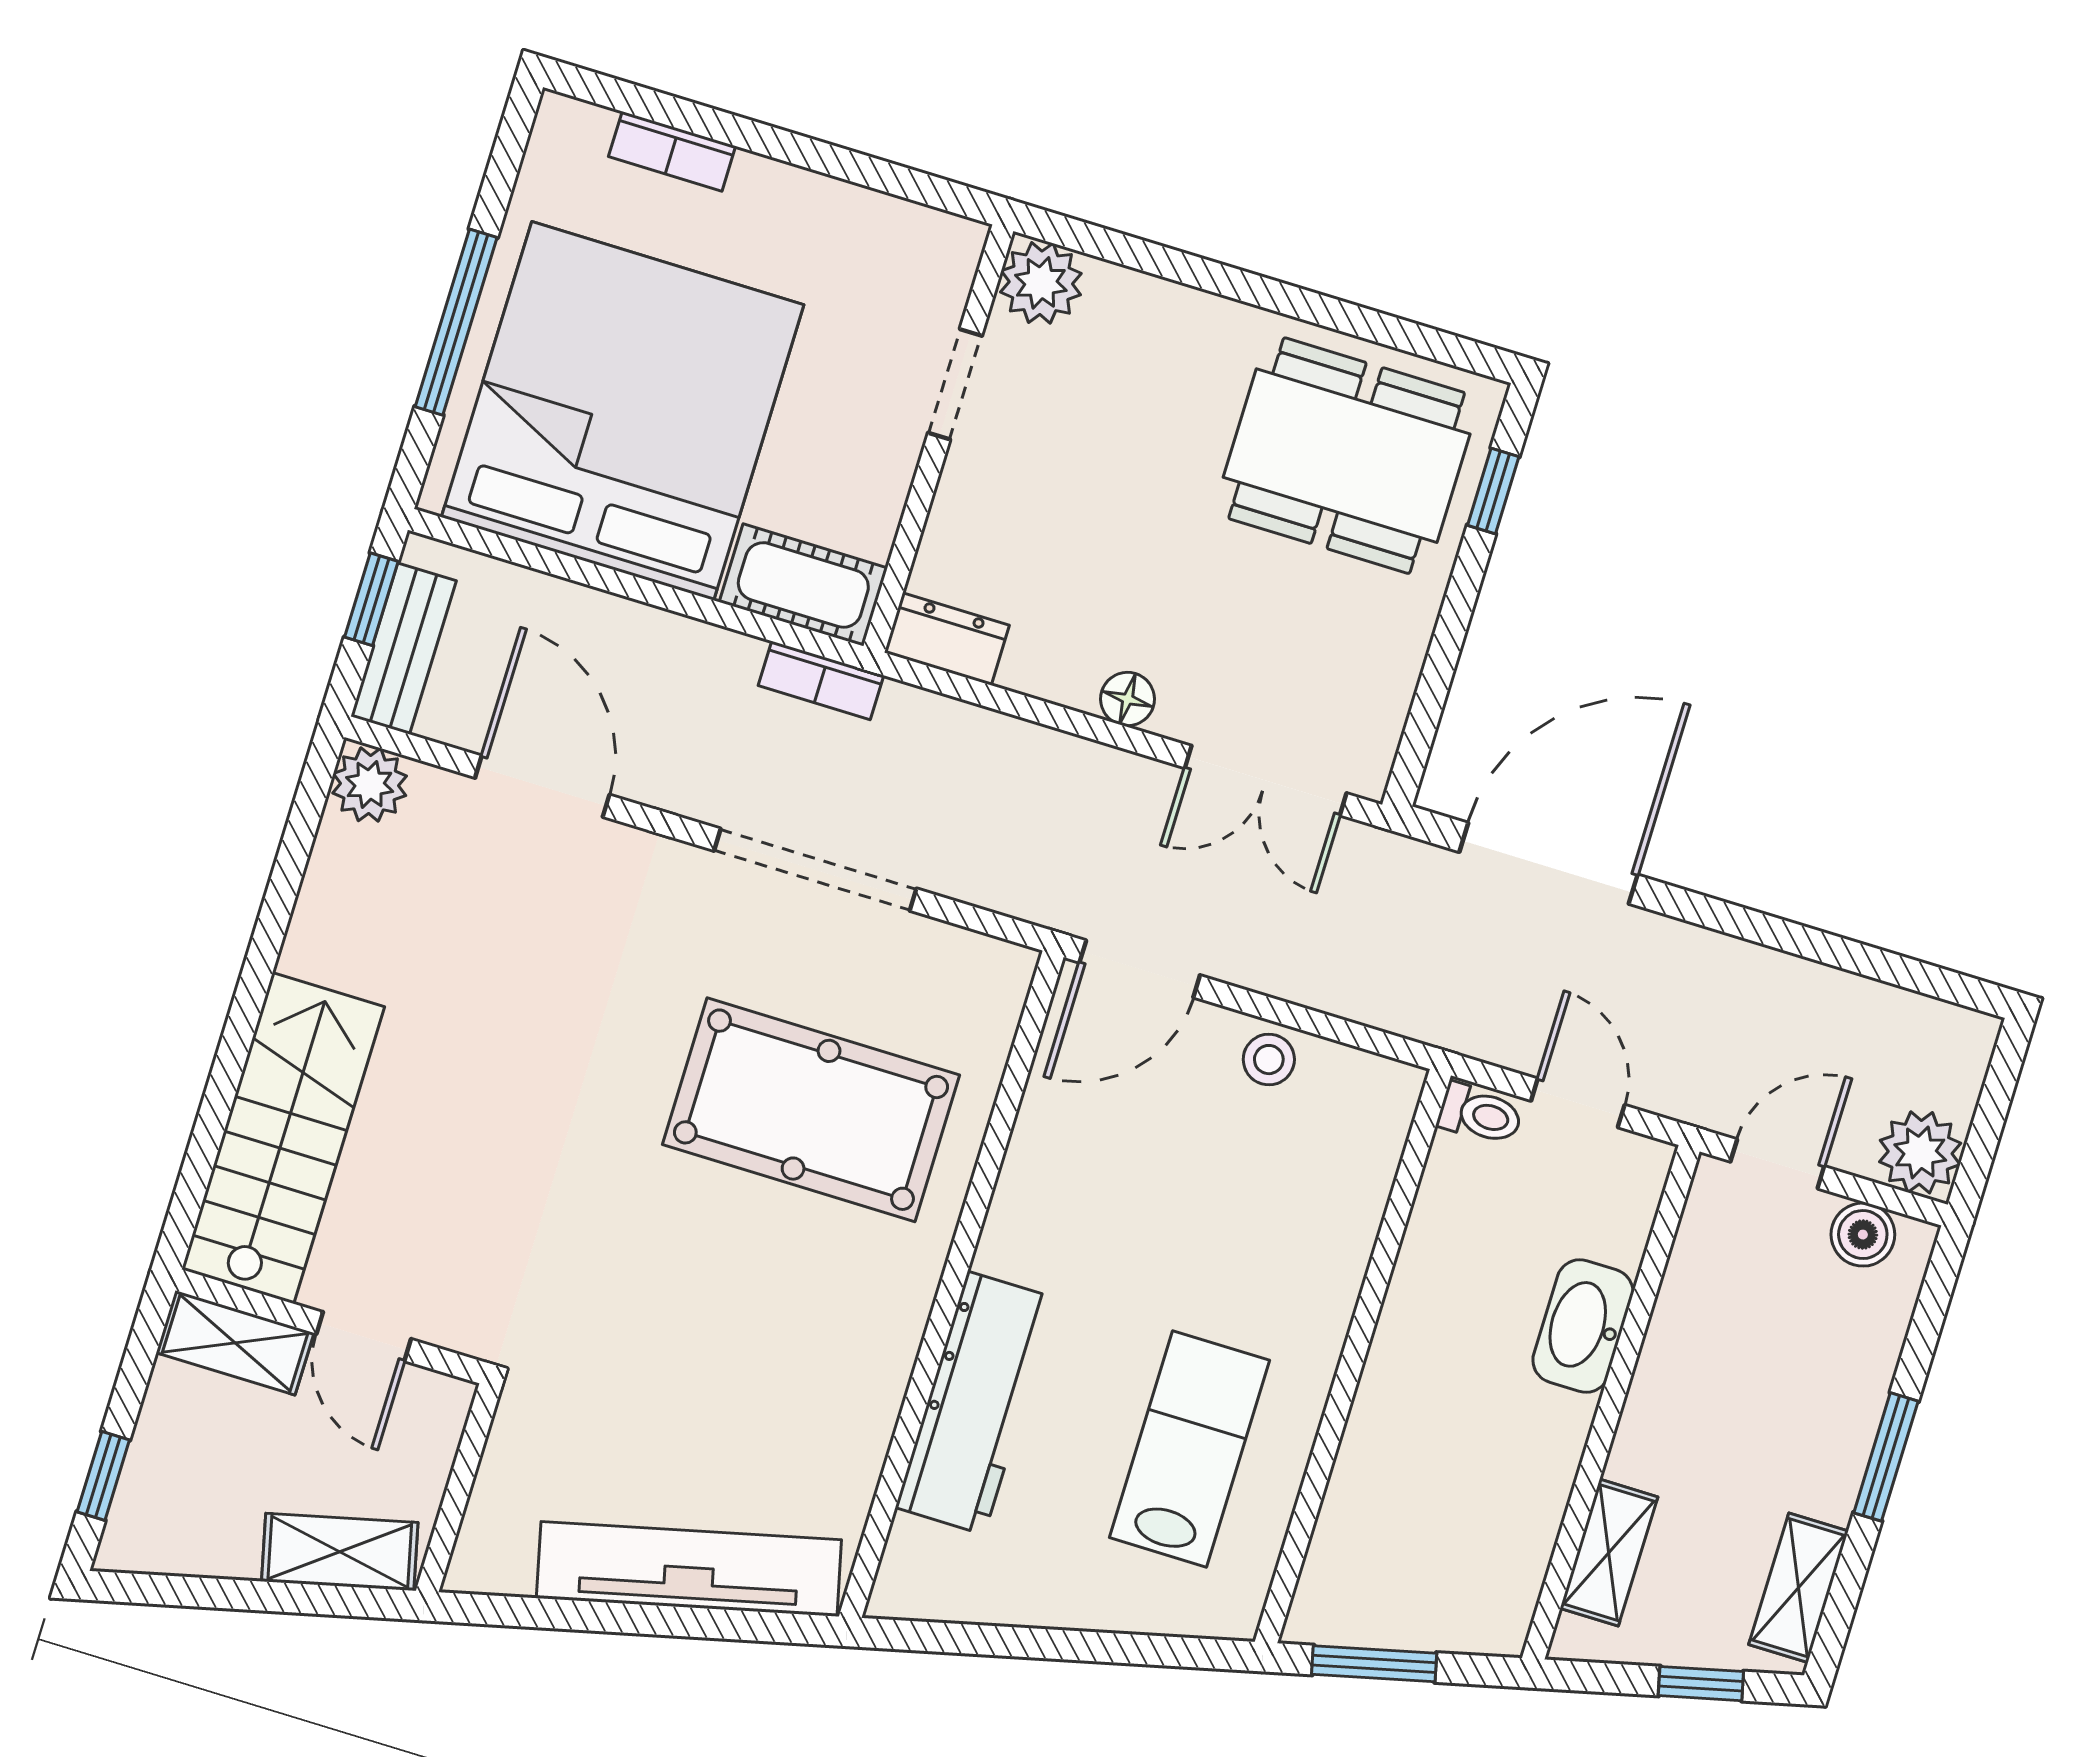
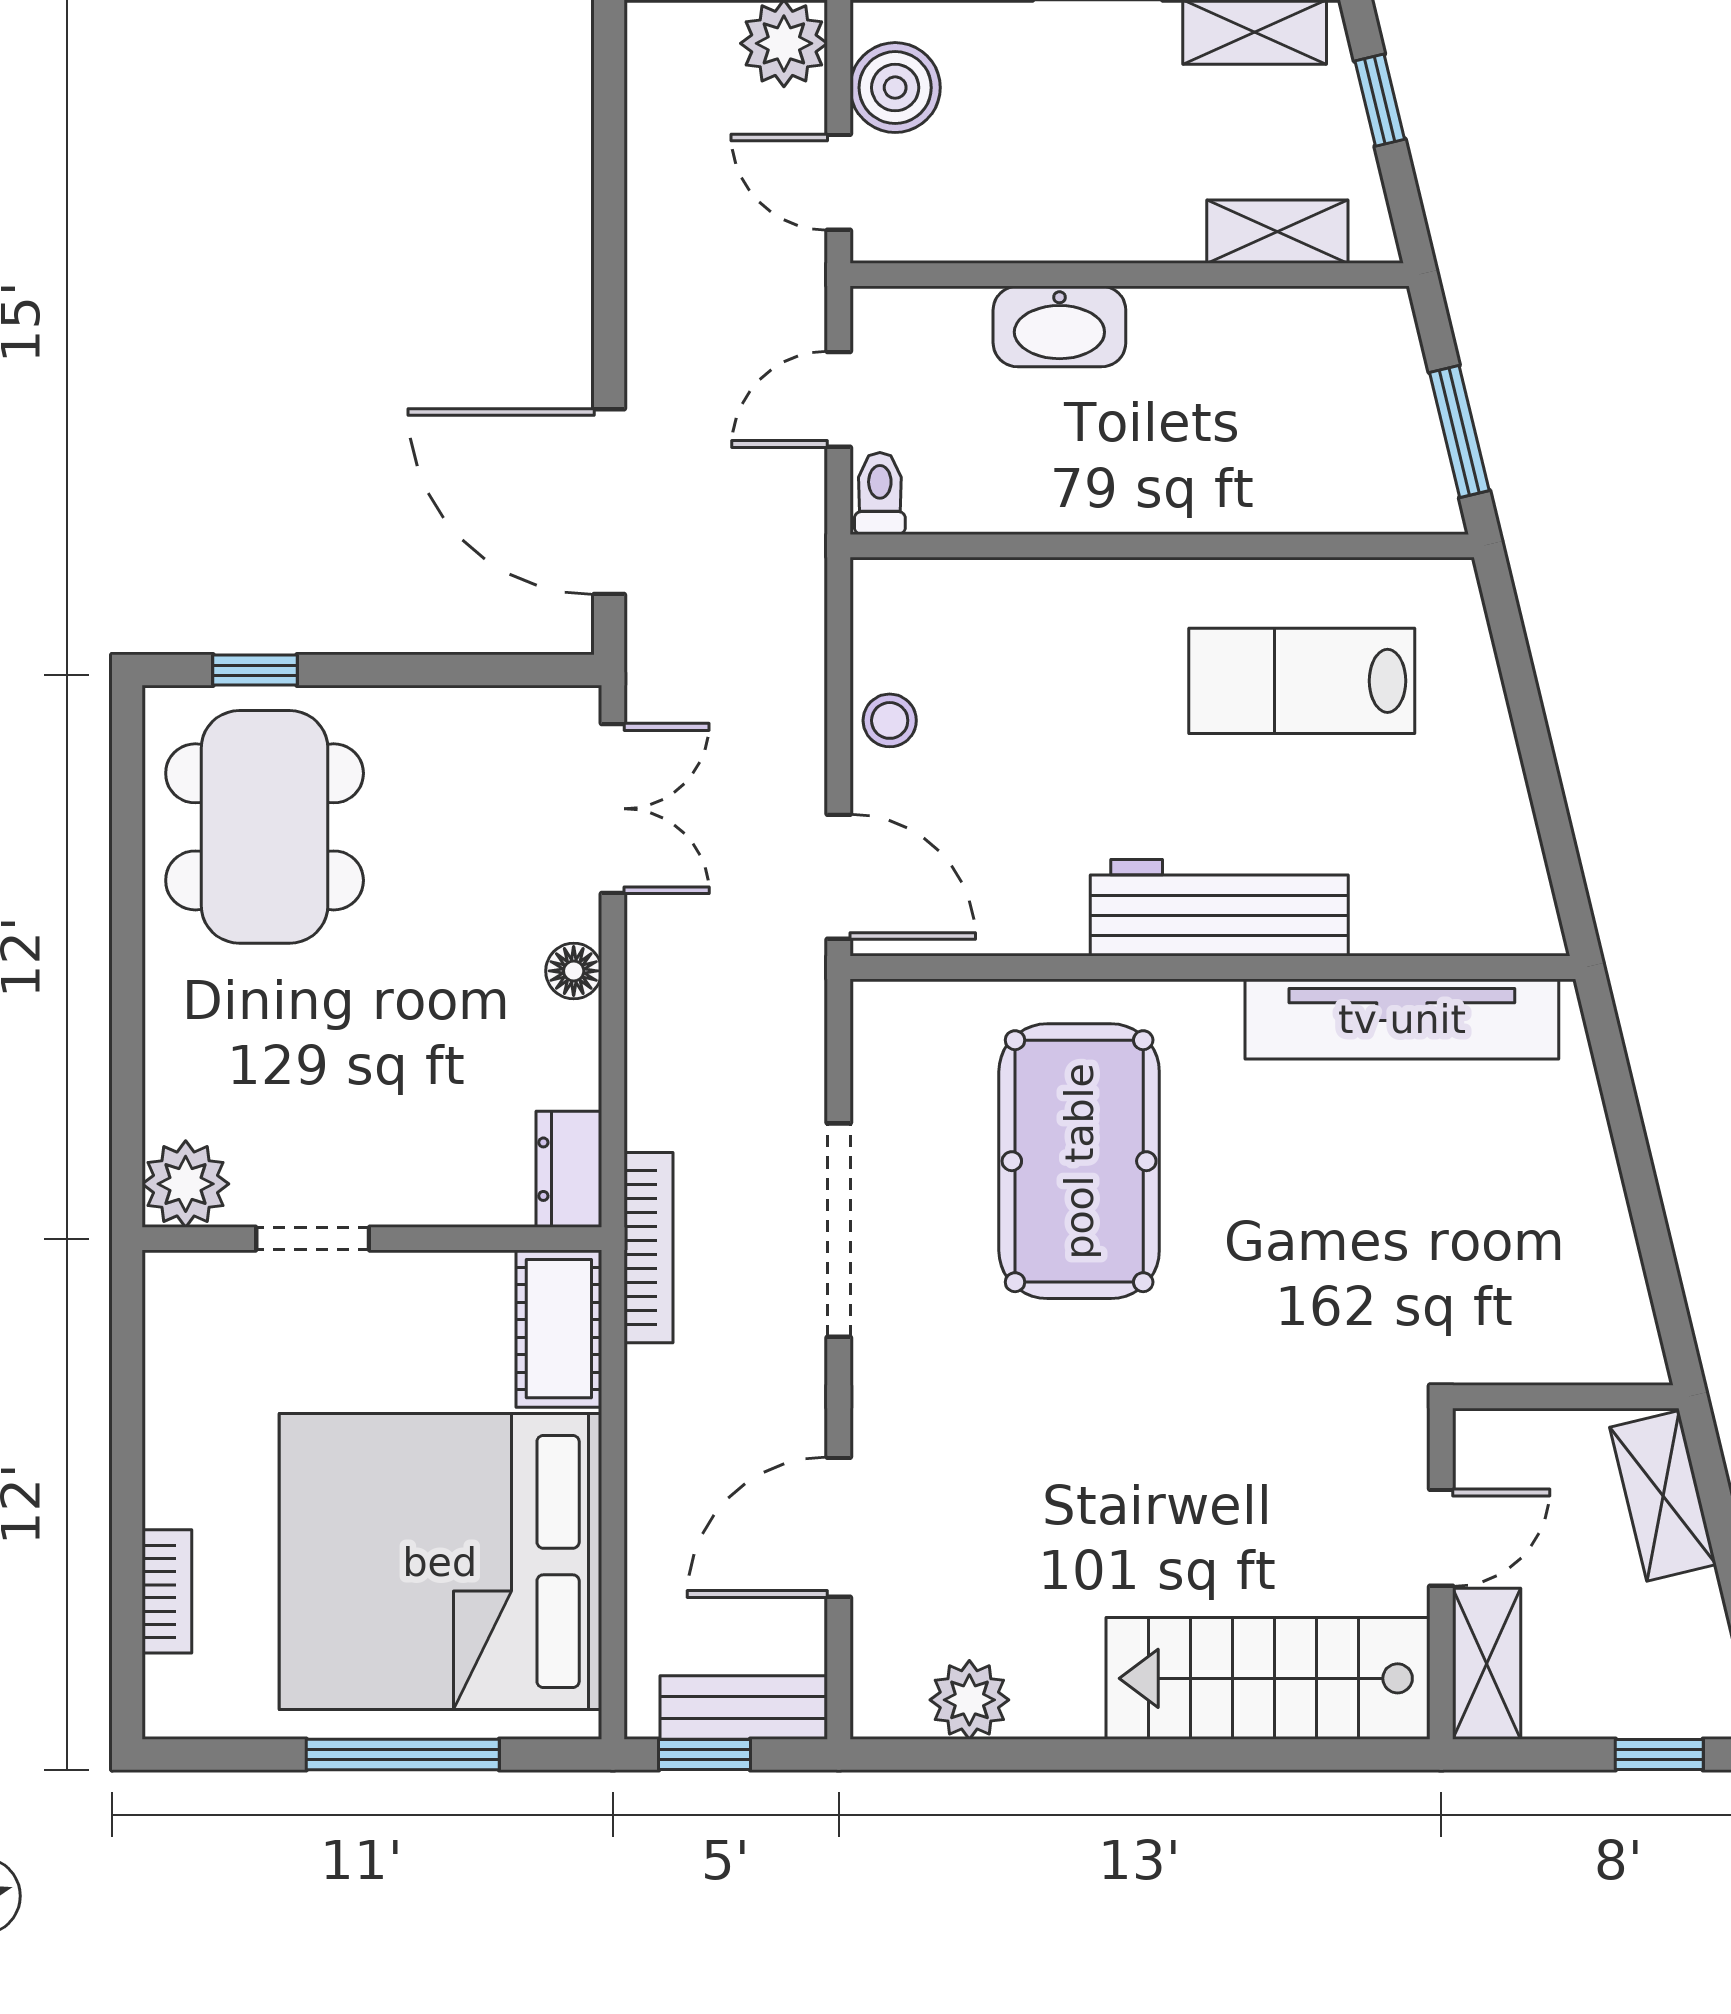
bookcase: (821, 680) -> (649, 1248), width x1.56
plant: (370, 784) -> (969, 1700), moved
boiler: (1863, 1235) -> (895, 88), width x1.36, depth x1.36
workbench: (976, 1403) -> (1219, 908), moved
tv unit: (689, 1569) -> (1402, 1019), moved, turned -76

